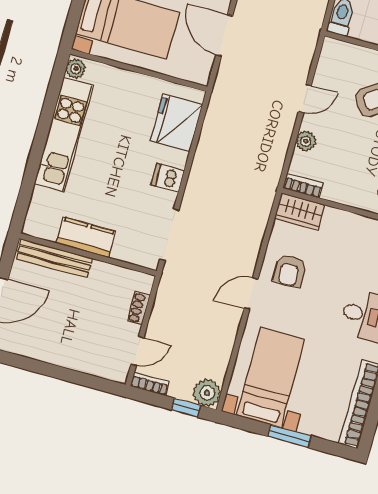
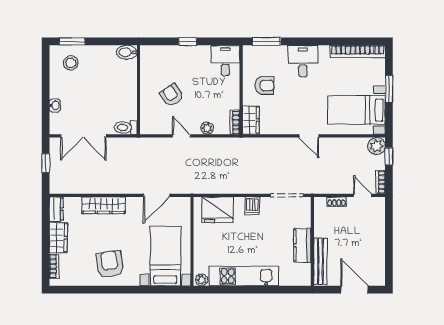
armchair: (290, 271) -> (265, 85), moved

